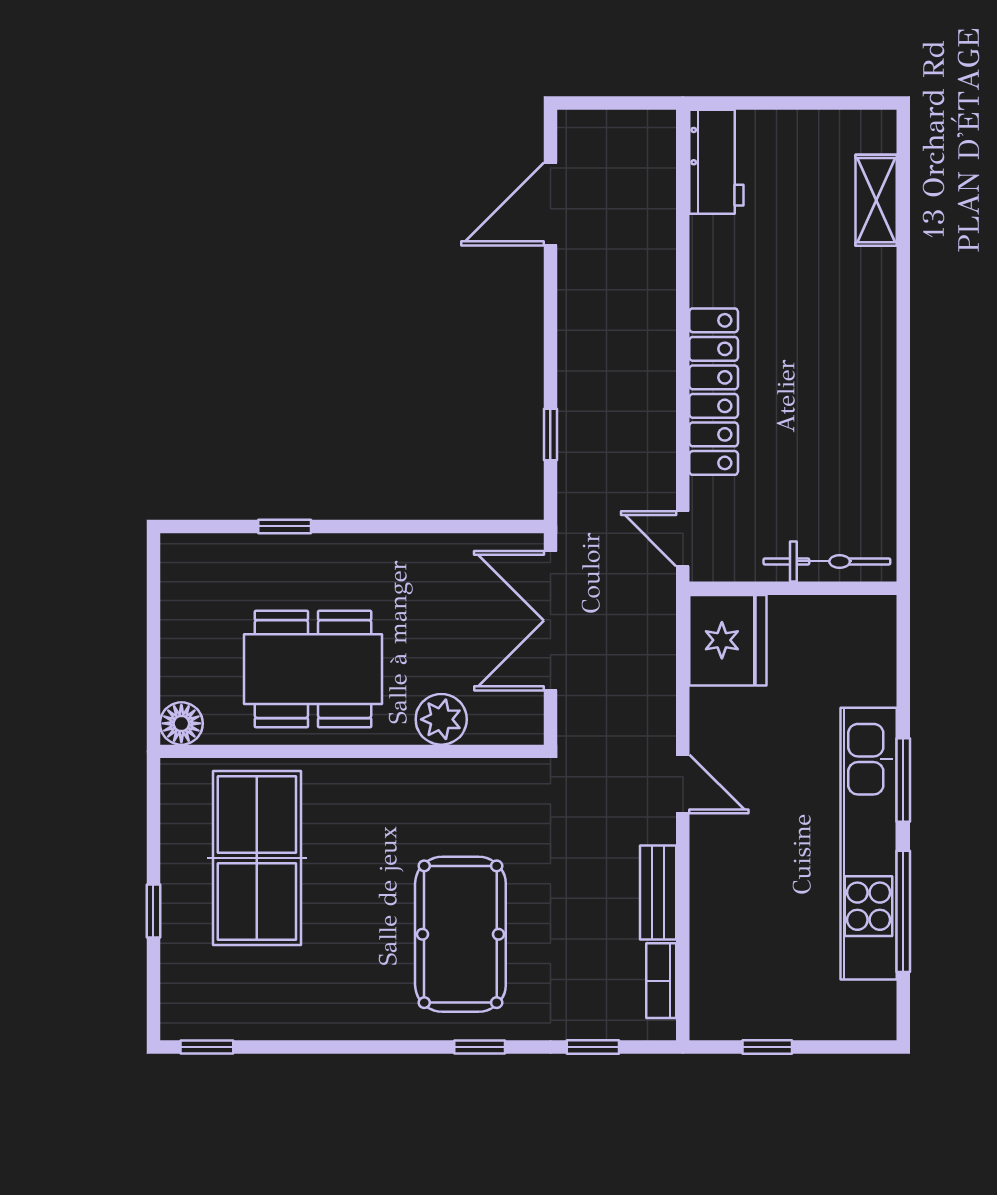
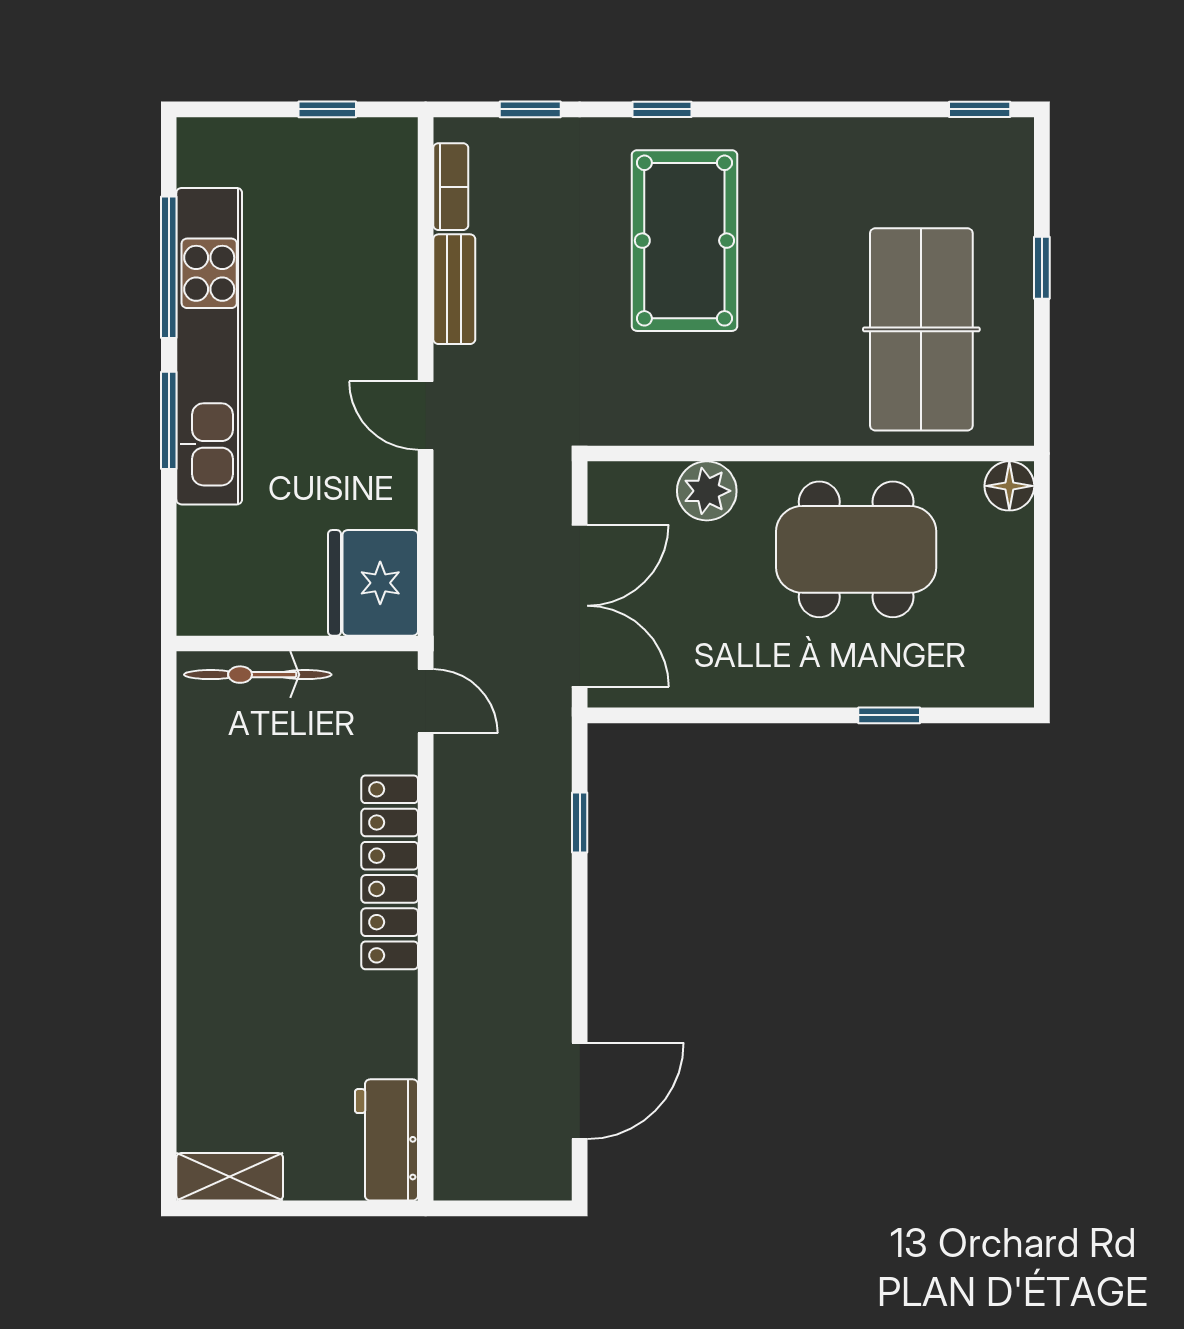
shelving: (876, 200) -> (230, 1177), moved, turned 90

